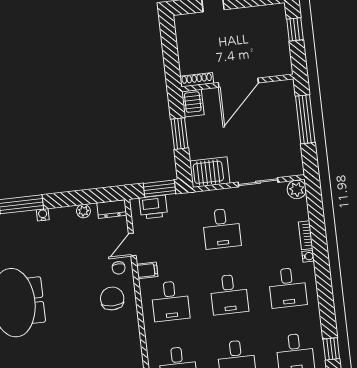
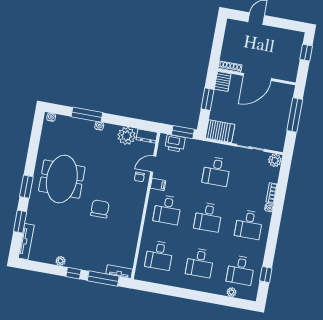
plant: (83, 211) -> (127, 136), width x1.88, depth x1.88
chair: (112, 299) -> (100, 209), moved

